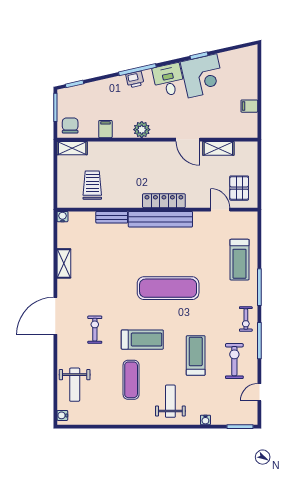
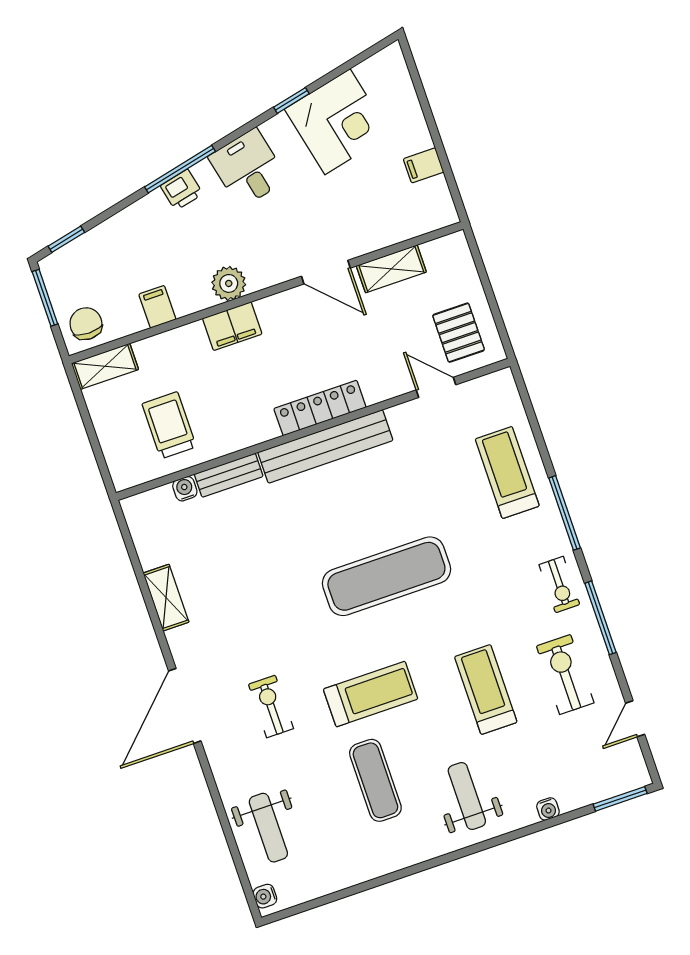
corner desk: (202, 76) -> (337, 122), moved
filing cabinet: (137, 150) -> (232, 326), added
water cooler: (63, 217) -> (185, 489), moved
treadmill: (239, 260) -> (507, 473), turned 180

